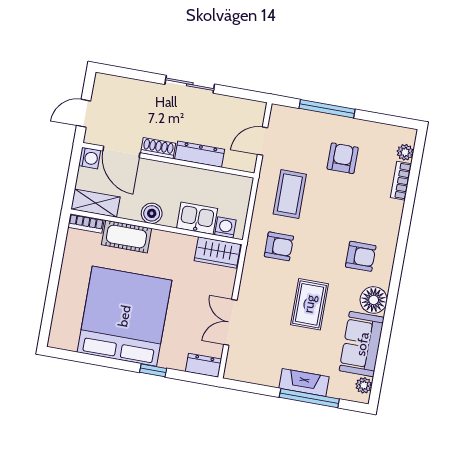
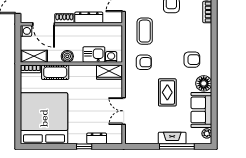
bed: (124, 316) -> (44, 118), moved
dresser: (203, 365) -> (97, 138), moved

